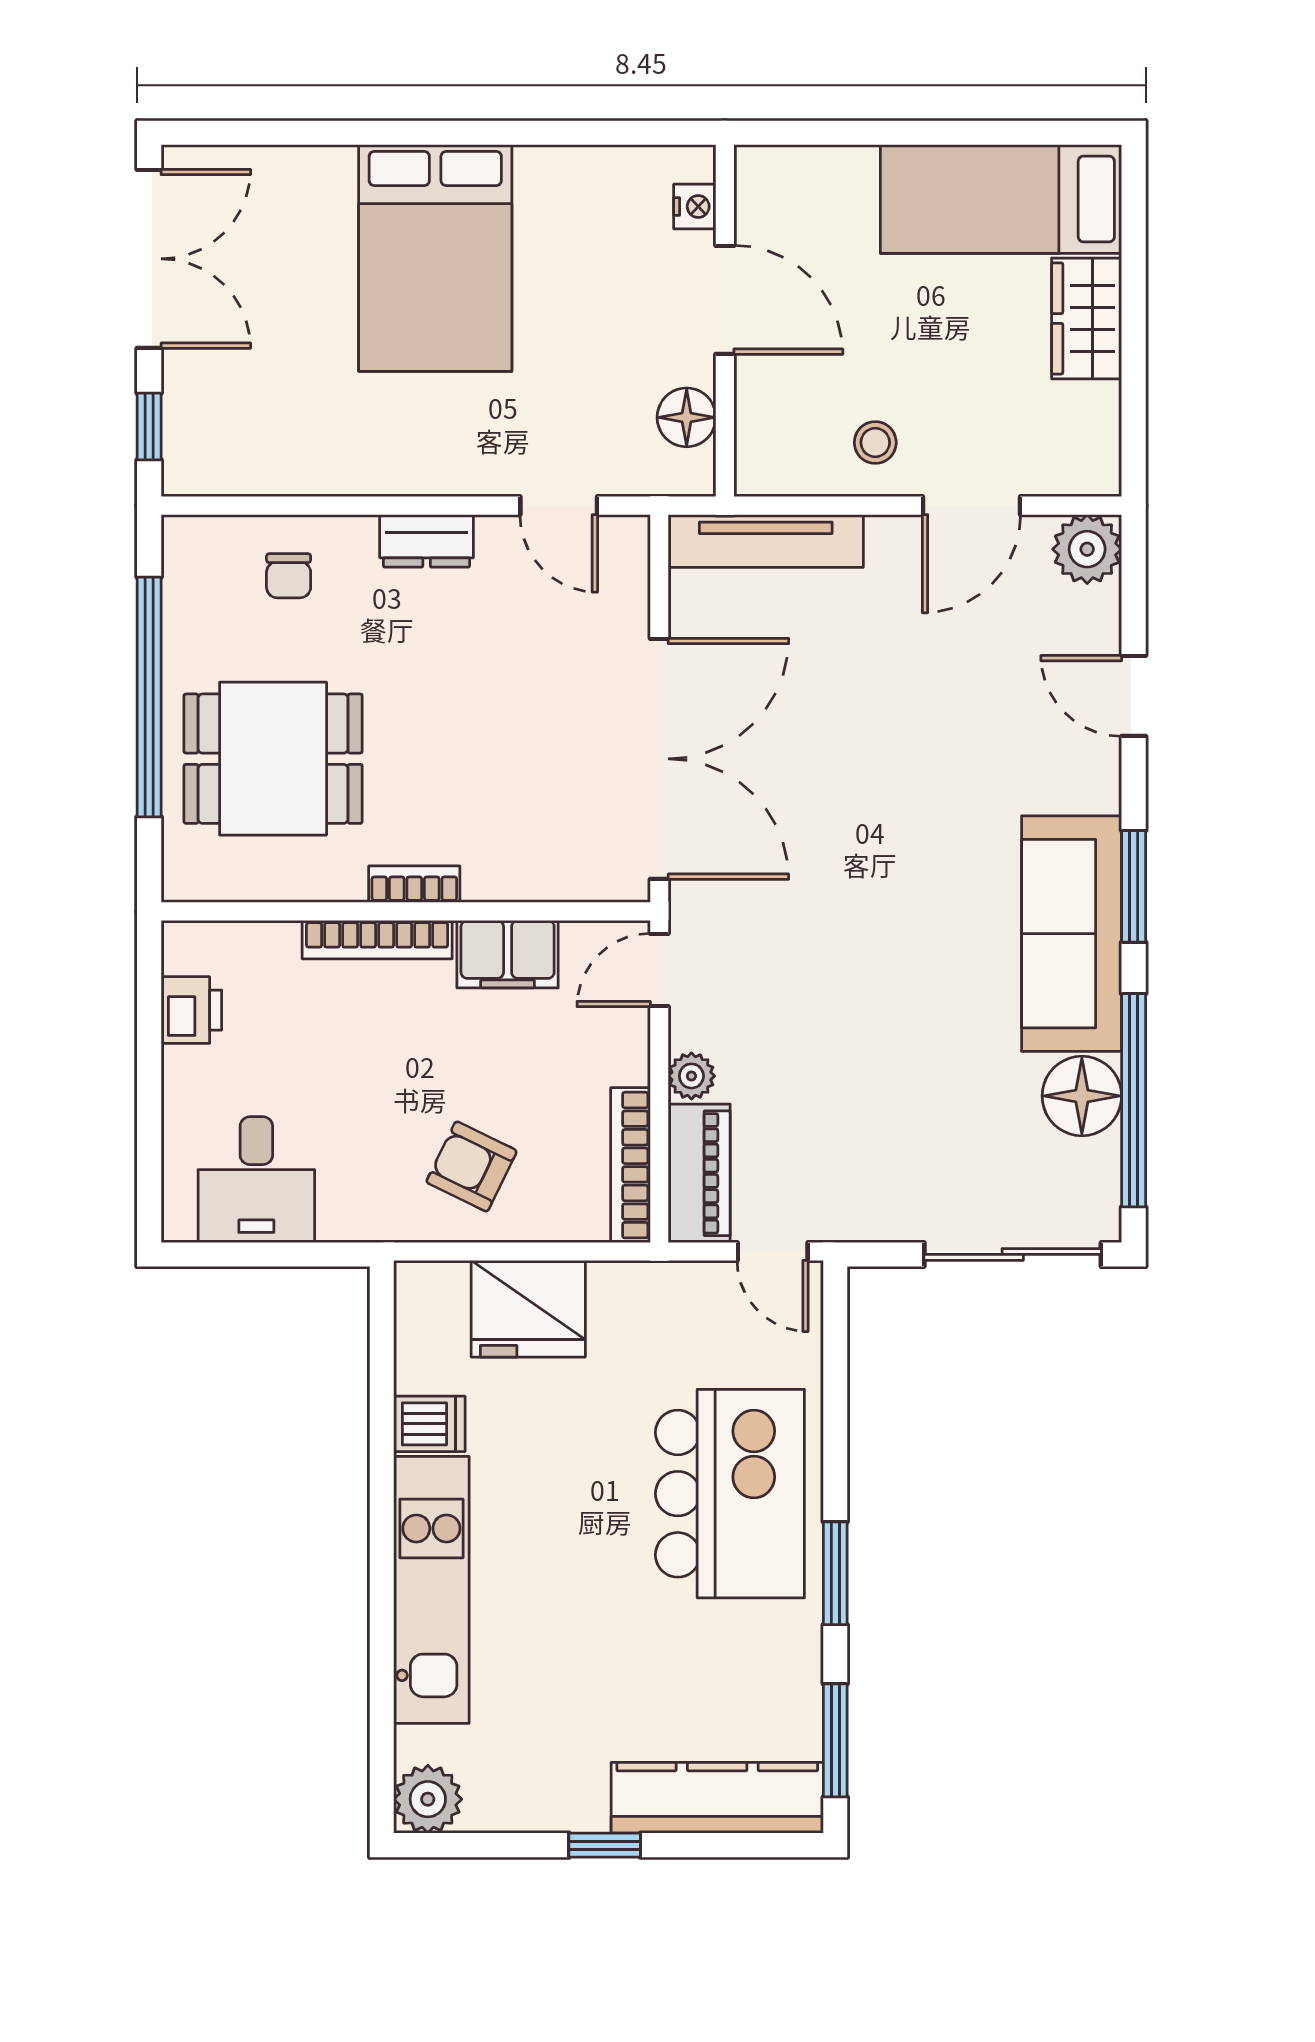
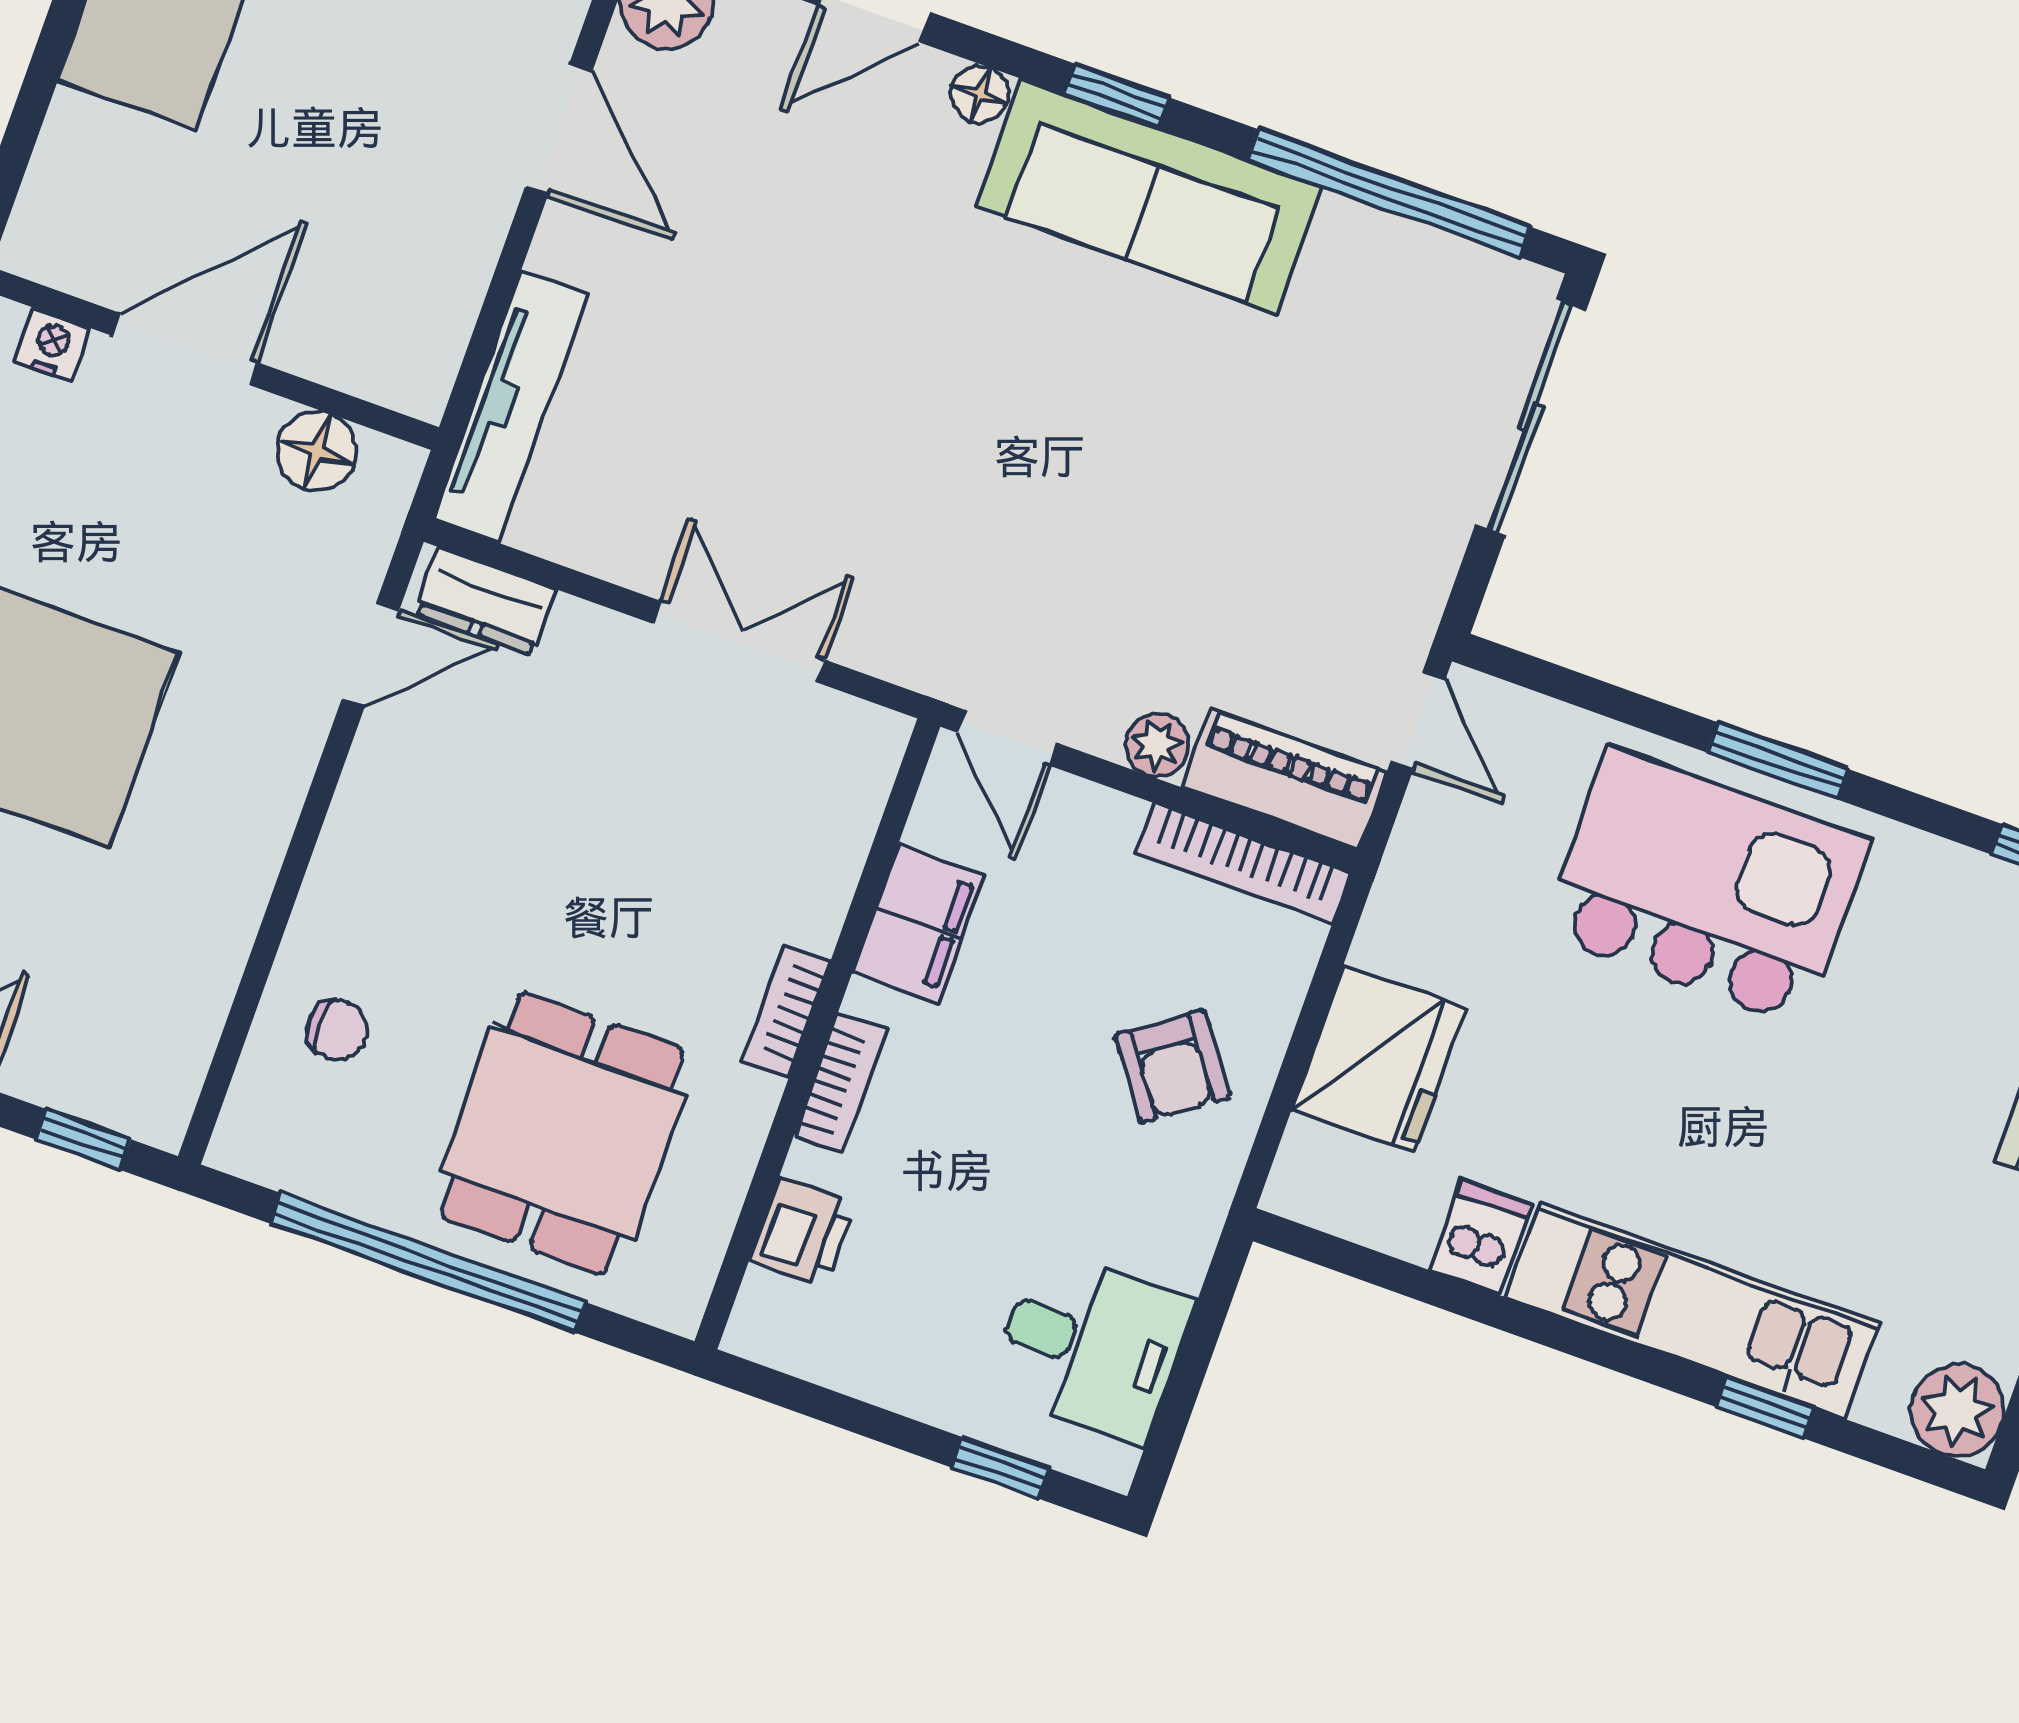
stool: (875, 443) -> (435, 222), removed
dresser: (427, 541) -> (485, 602), moved, turned 90
double door: (659, 759) -> (739, 642), width x0.54
window: (1134, 886) -> (1117, 96), width x0.67
bookcase: (377, 940) -> (840, 1083), width x0.64
printer: (191, 1010) -> (803, 1232), moved, turned 90
floor lamp: (1082, 1096) -> (979, 94), moved, width x0.53, depth x0.53
window: (149, 1147) -> (1000, 1468), added
armchair: (472, 1166) -> (1172, 1066), turned -62
door: (773, 1251) -> (1417, 722), hinge flipped
window: (835, 1573) -> (1777, 761), moved
window: (382, 1665) -> (1765, 1408), added

